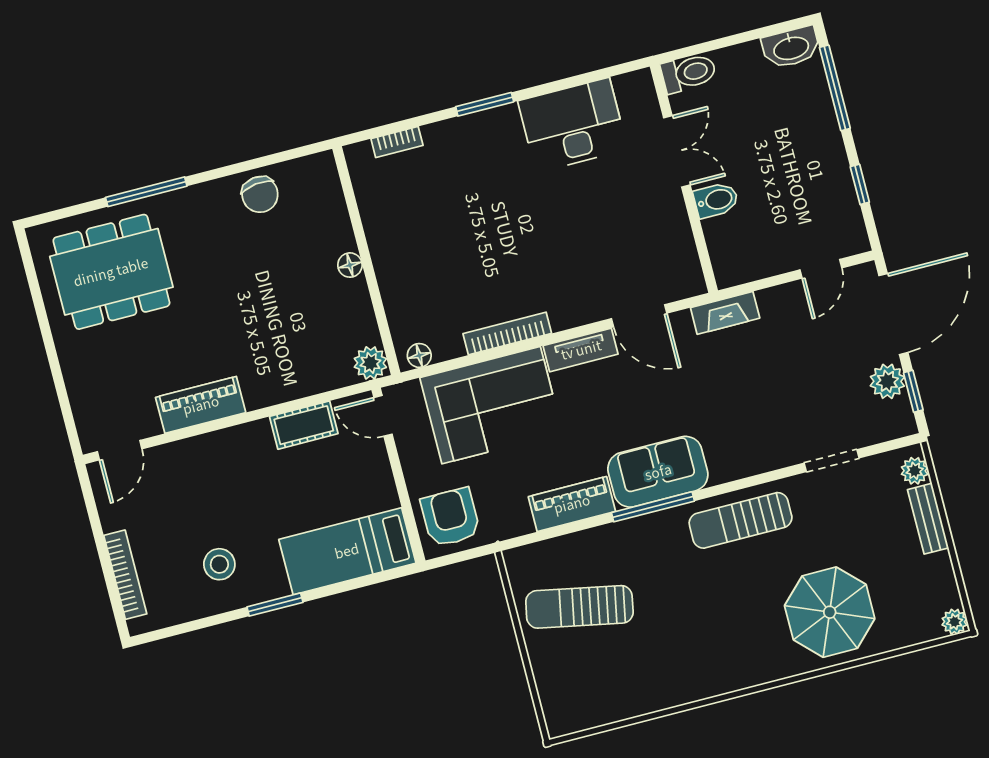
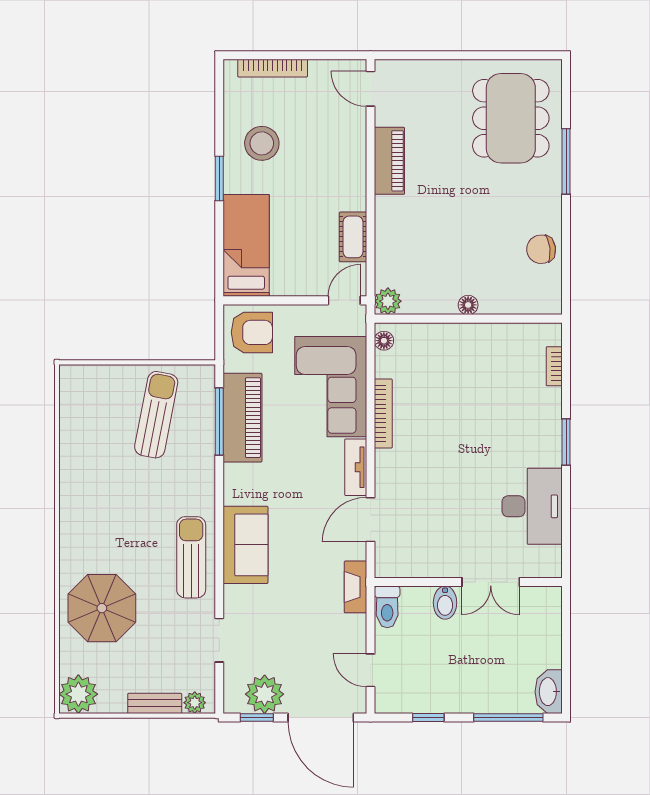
toilet: (689, 73) -> (387, 607), moved
plant: (887, 381) -> (265, 694), width x1.36, depth x1.36
sofa: (658, 472) -> (246, 545), moved
piano: (572, 504) -> (242, 418), width x1.37, depth x1.33
window: (653, 507) -> (219, 422), moved
stool: (219, 564) -> (262, 143), width x1.38, depth x1.38
plant: (954, 622) -> (78, 694), width x1.87, depth x1.87

